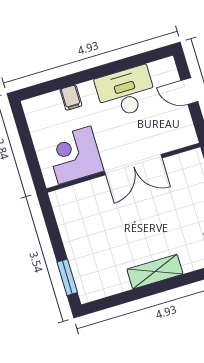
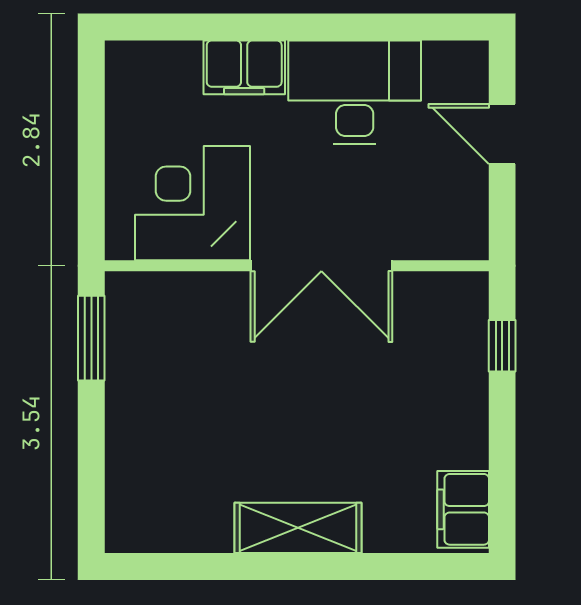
filing cabinet: (71, 98) -> (244, 67), width x2.00
window: (67, 277) -> (91, 338), moved

